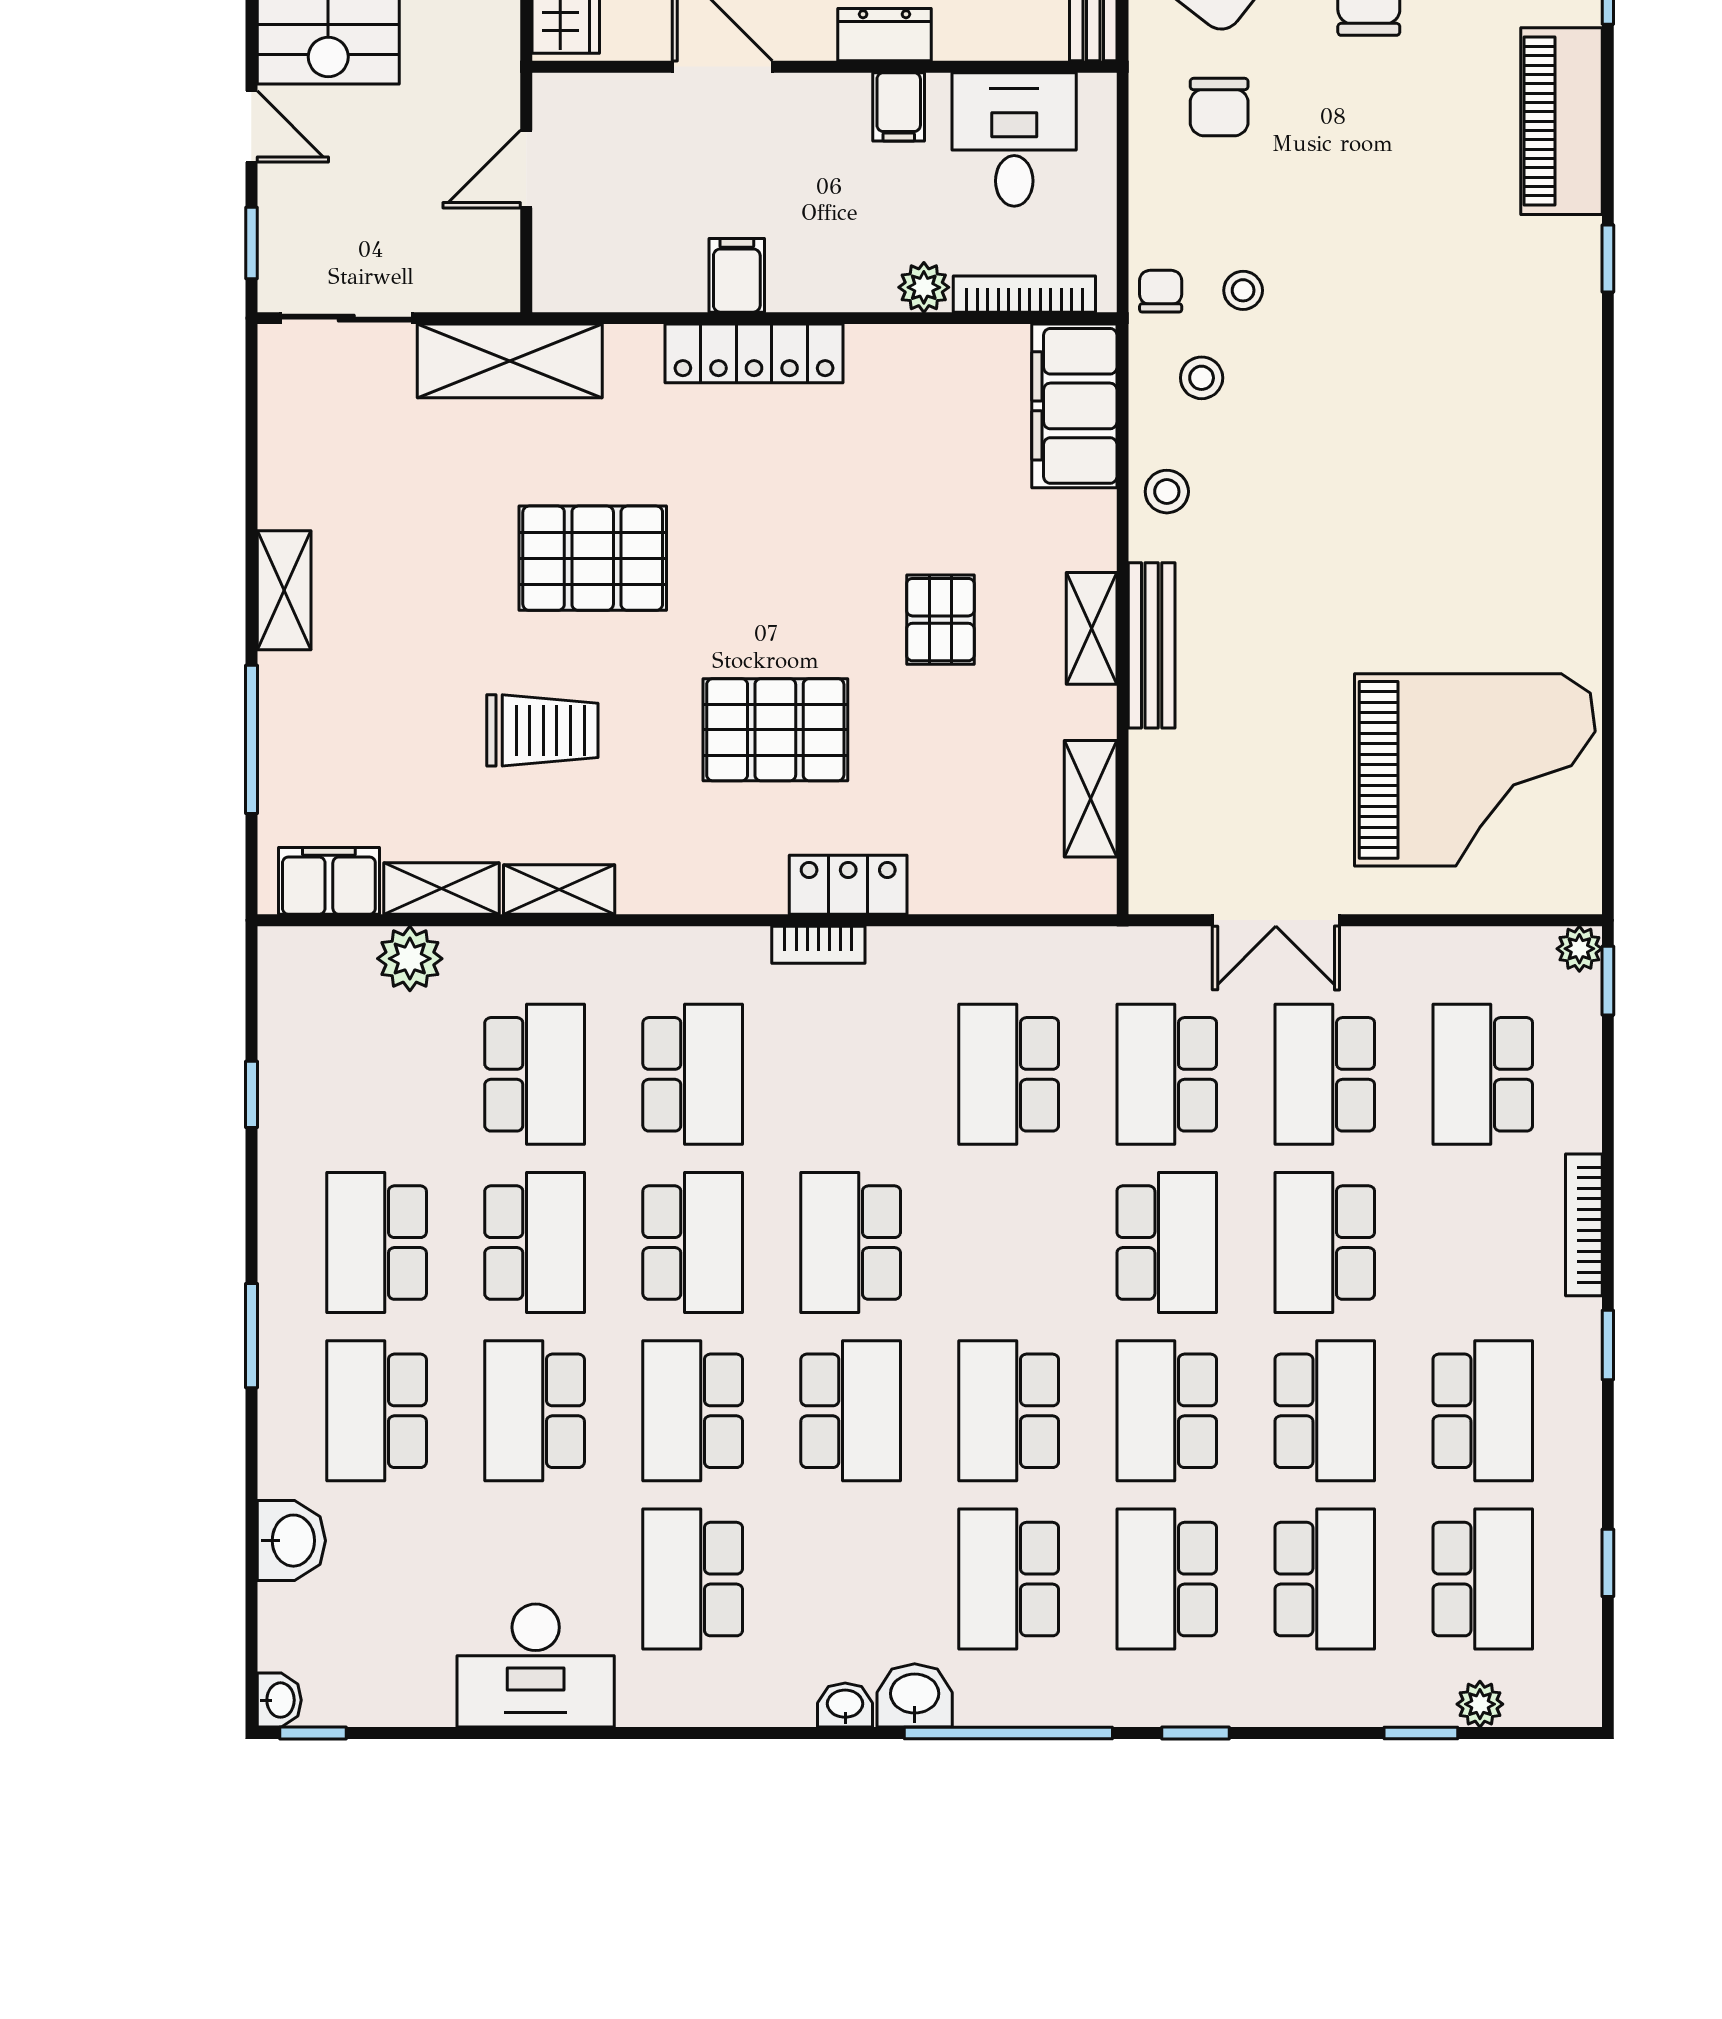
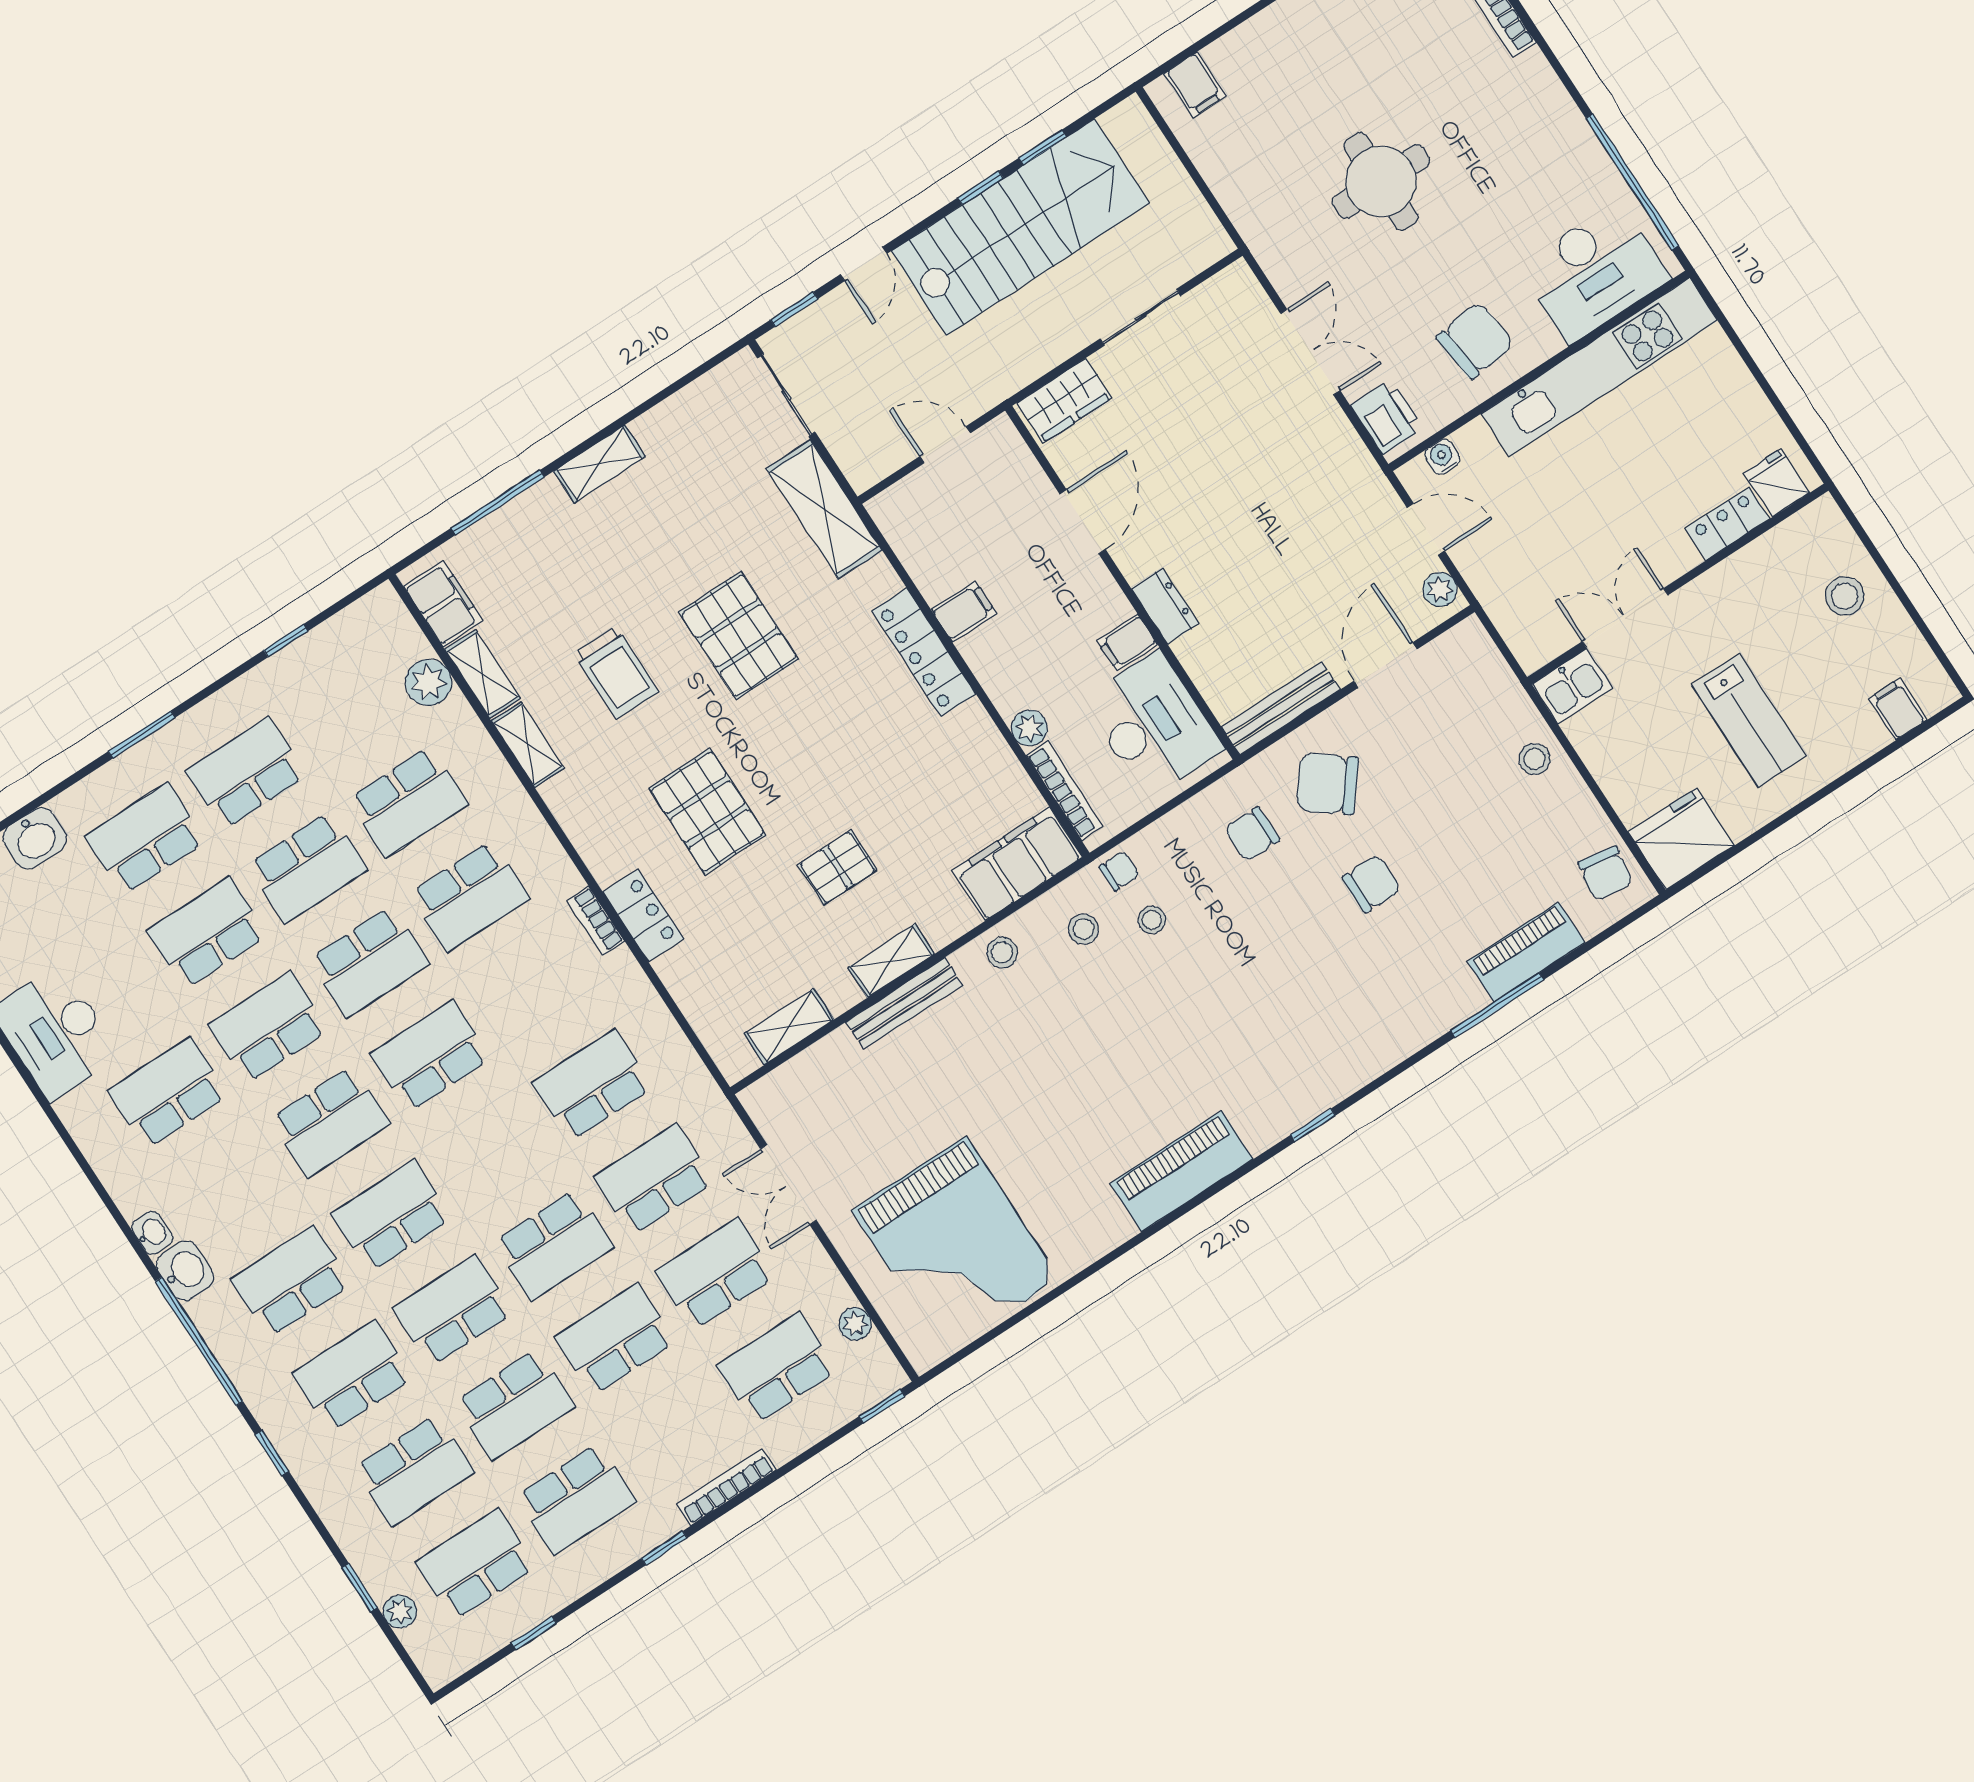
piano: (1561, 121) -> (1182, 1171), moved
desk: (1014, 139) -> (1153, 724), width x1.37
plant: (1579, 949) -> (855, 1324), moved
school desk: (1483, 1579) -> (476, 1565), turned 180

